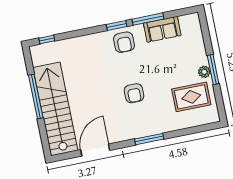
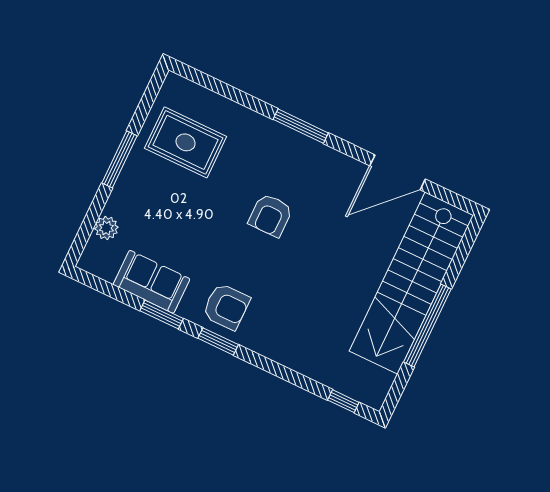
window: (148, 19) -> (162, 315), width x0.69
armchair: (124, 42) -> (226, 307), turned 90
plant: (204, 72) -> (106, 228), moved
armchair: (134, 93) -> (270, 215), turned 180

